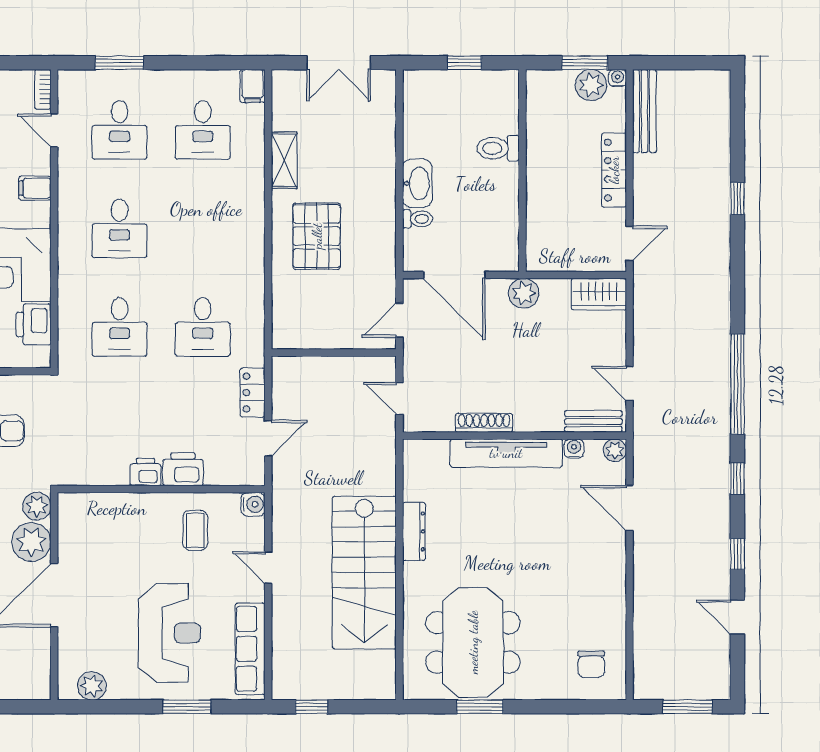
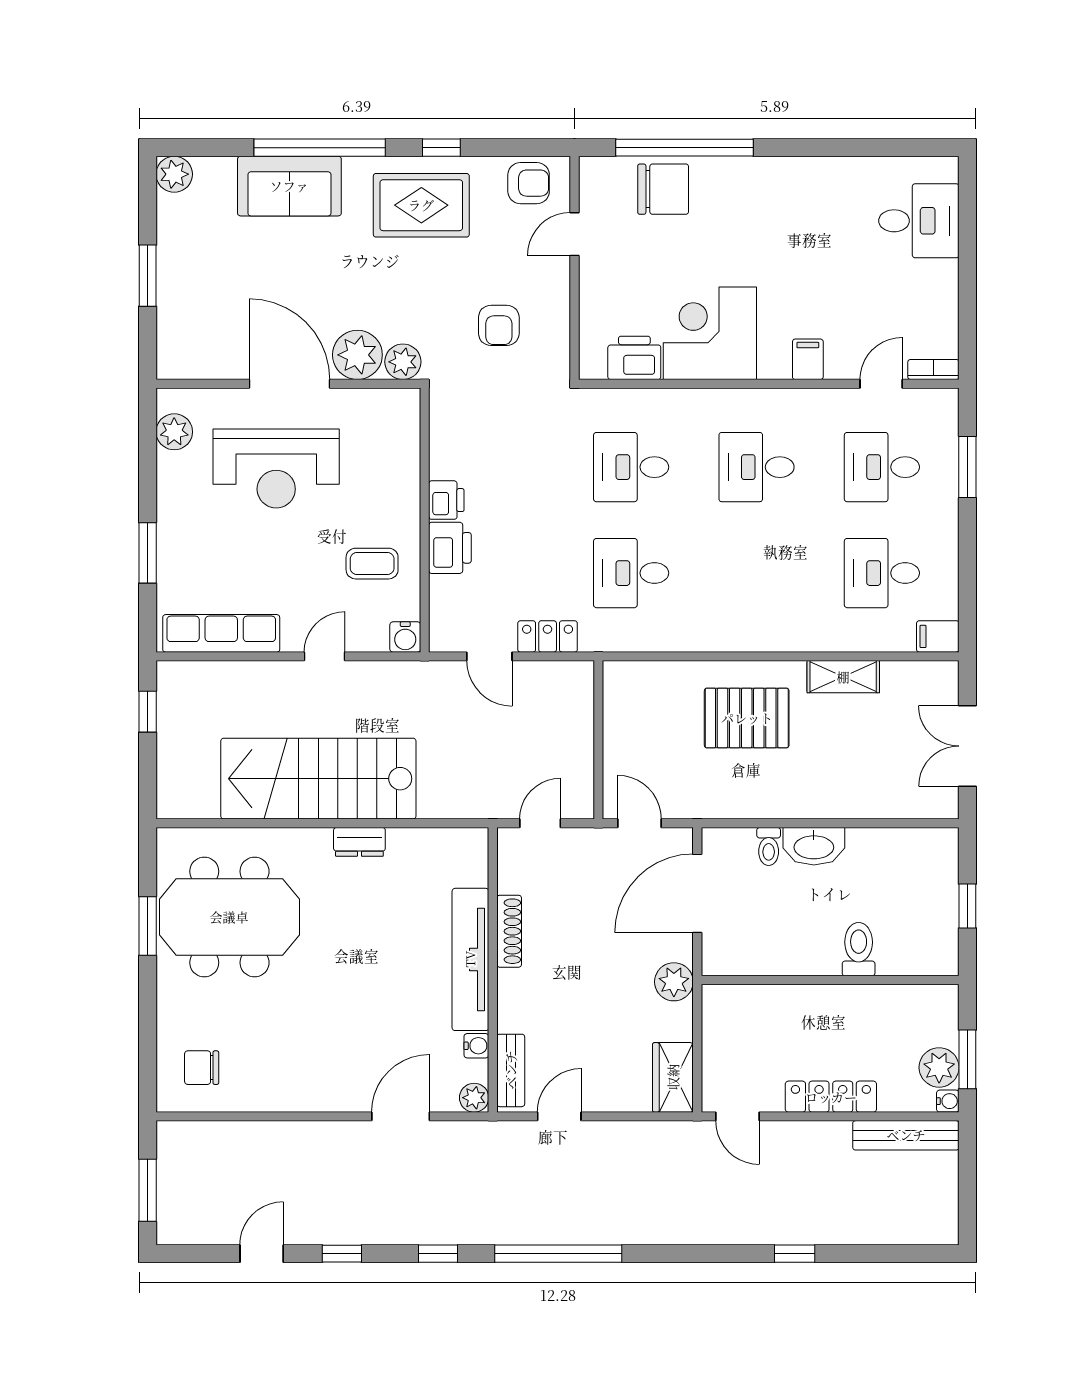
dresser: (414, 531) -> (359, 842), width x0.70
reception desk: (170, 633) -> (276, 469), moved

